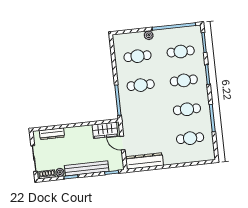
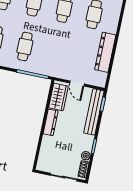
dresser: (52, 134) -> (51, 122), moved
door: (123, 143) -> (77, 84), hinge flipped
dresser: (145, 161) -> (105, 52), moved
bench: (87, 168) -> (94, 112), moved

